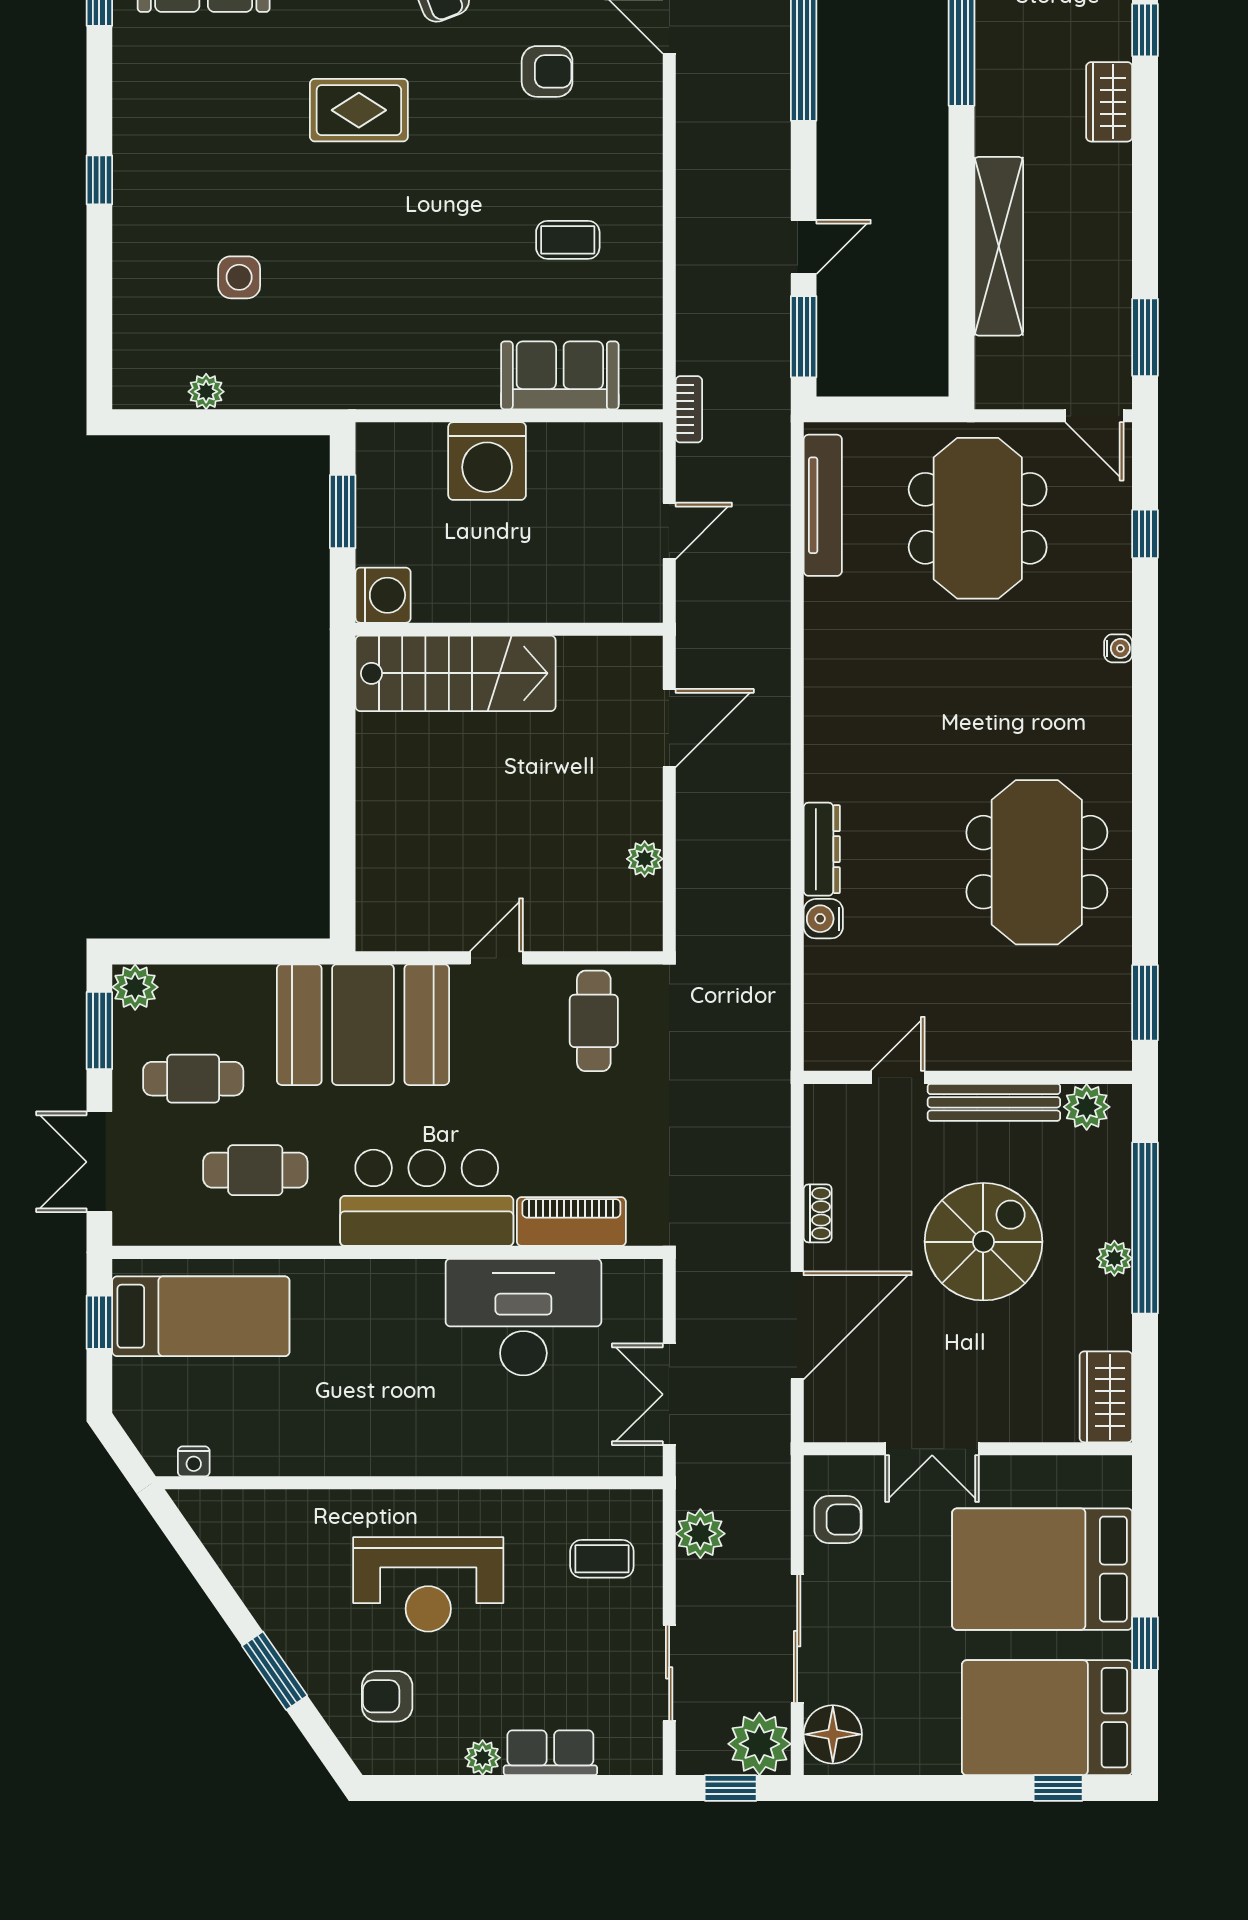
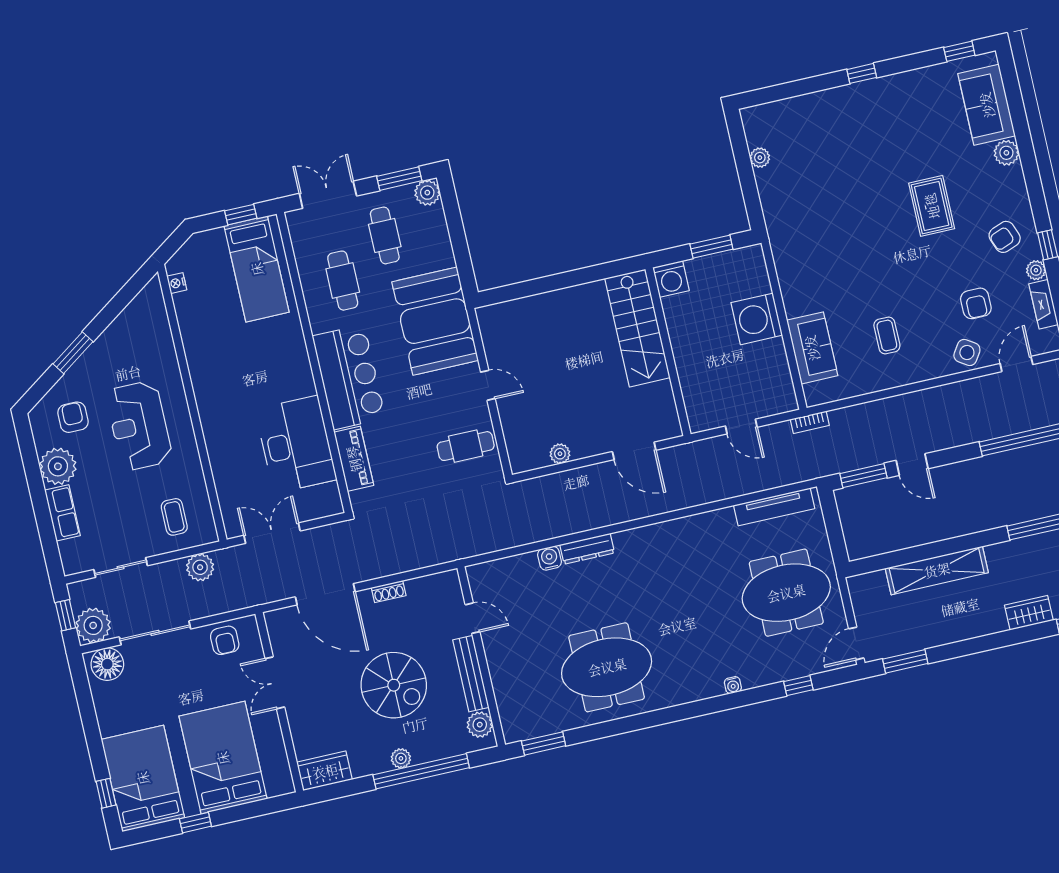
side table: (239, 277) -> (967, 353), moved, turned 33
plant: (483, 1758) -> (58, 466), width x1.88, depth x1.88

